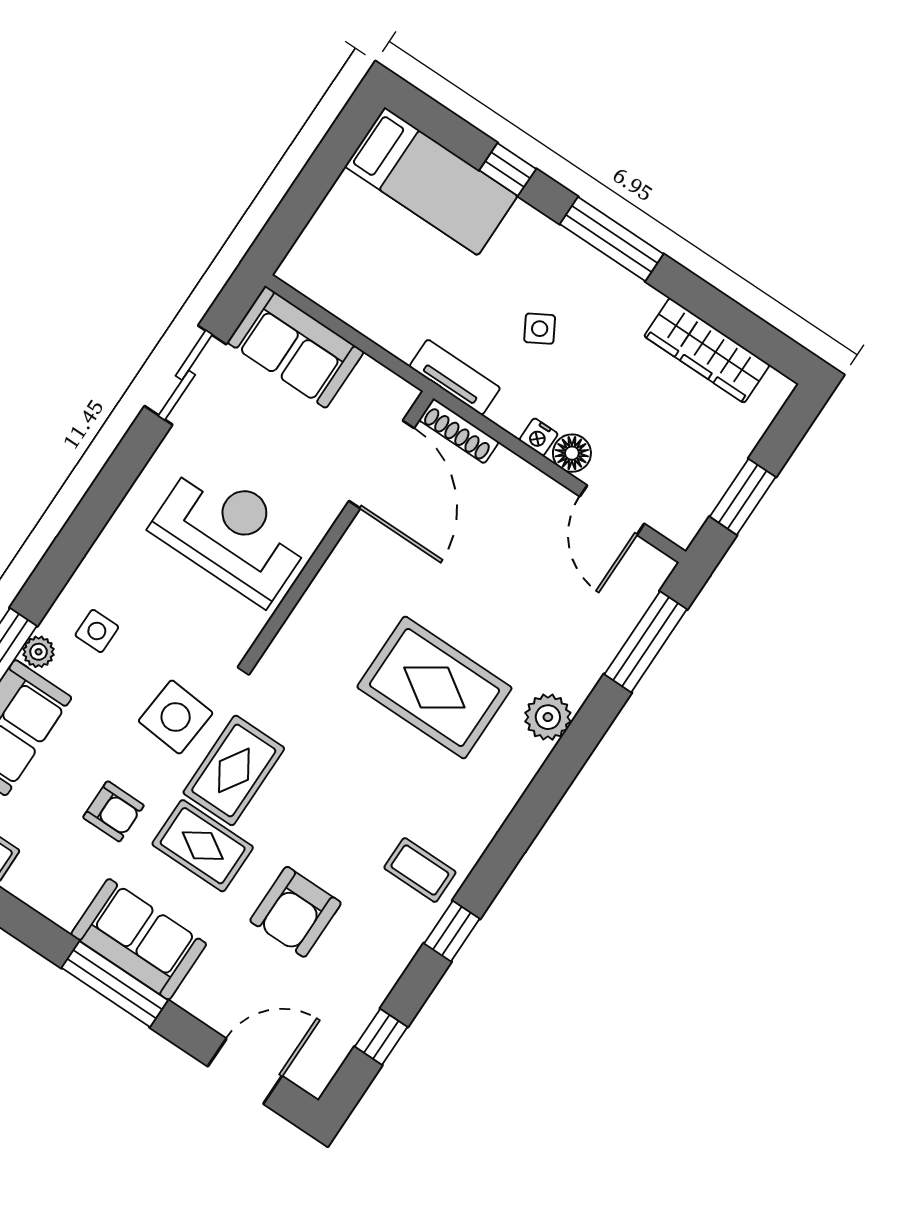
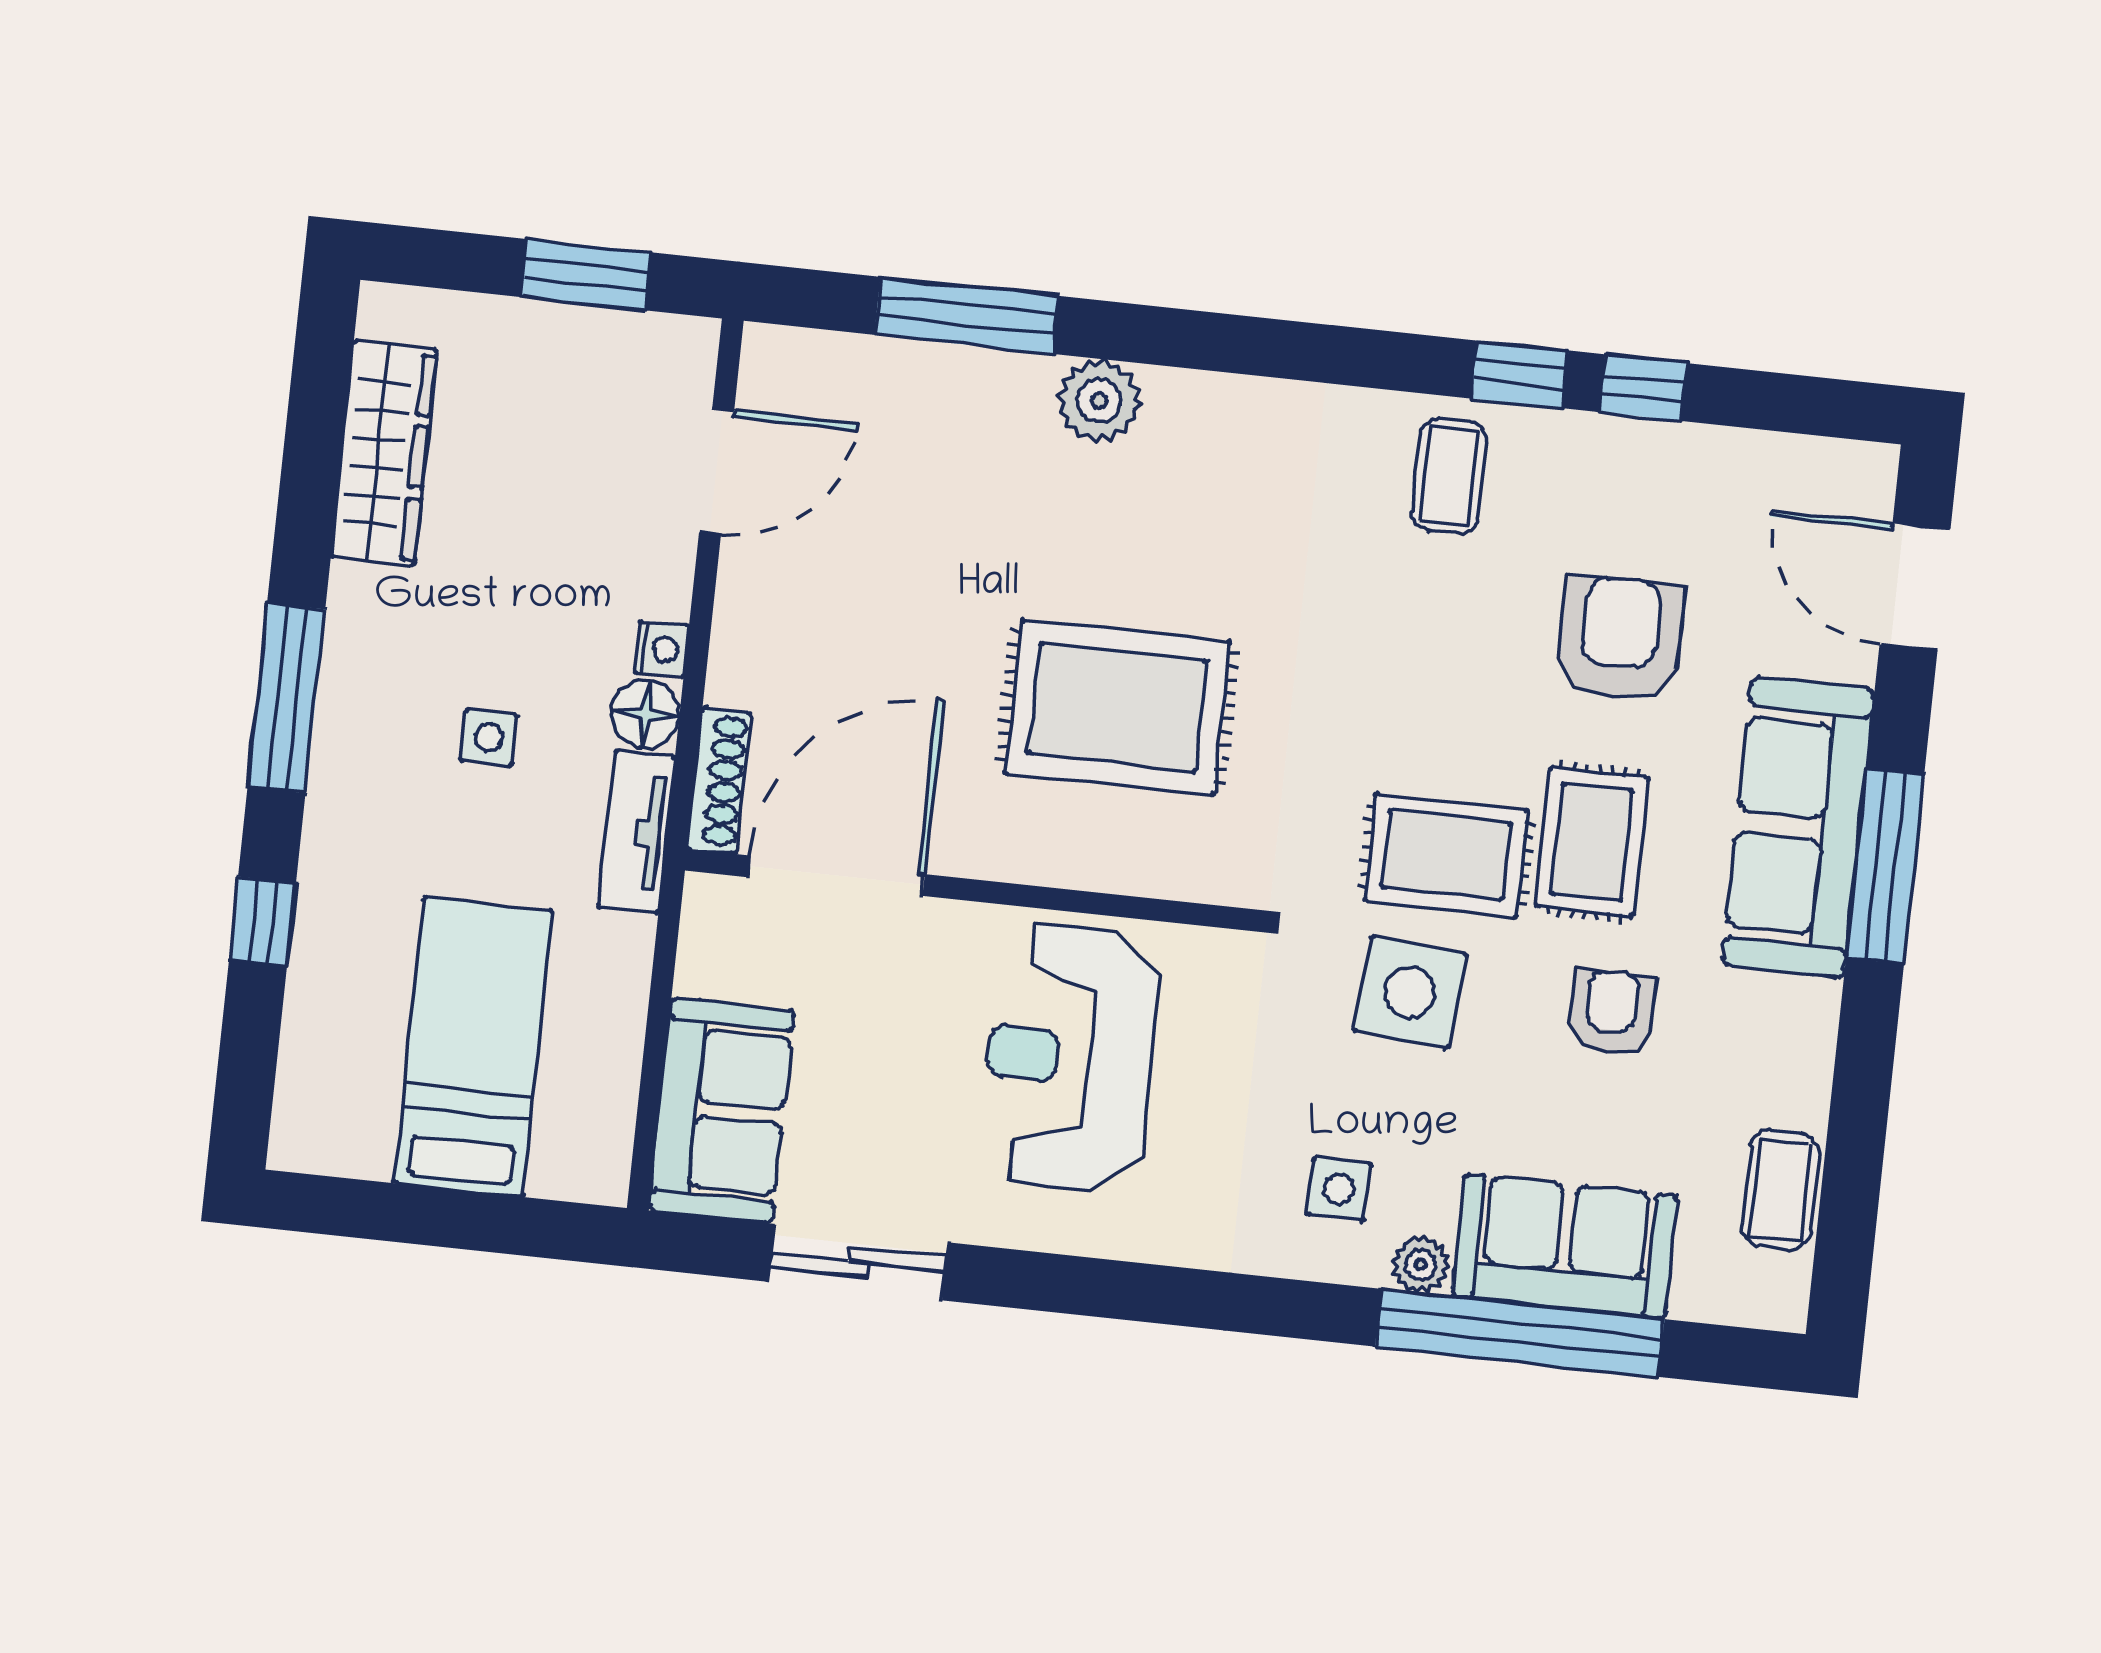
bed: (431, 181) -> (473, 1047), moved
side table: (540, 329) -> (489, 738), turned 30
floor lamp: (572, 453) -> (646, 714), moved
window: (646, 642) -> (967, 315), moved
rug: (434, 688) -> (1118, 707), moved, turned 90
armchair: (296, 912) -> (1619, 639), turned -90
sofa: (139, 939) -> (1798, 827), width x1.36
window: (381, 1037) -> (1643, 388), moved

